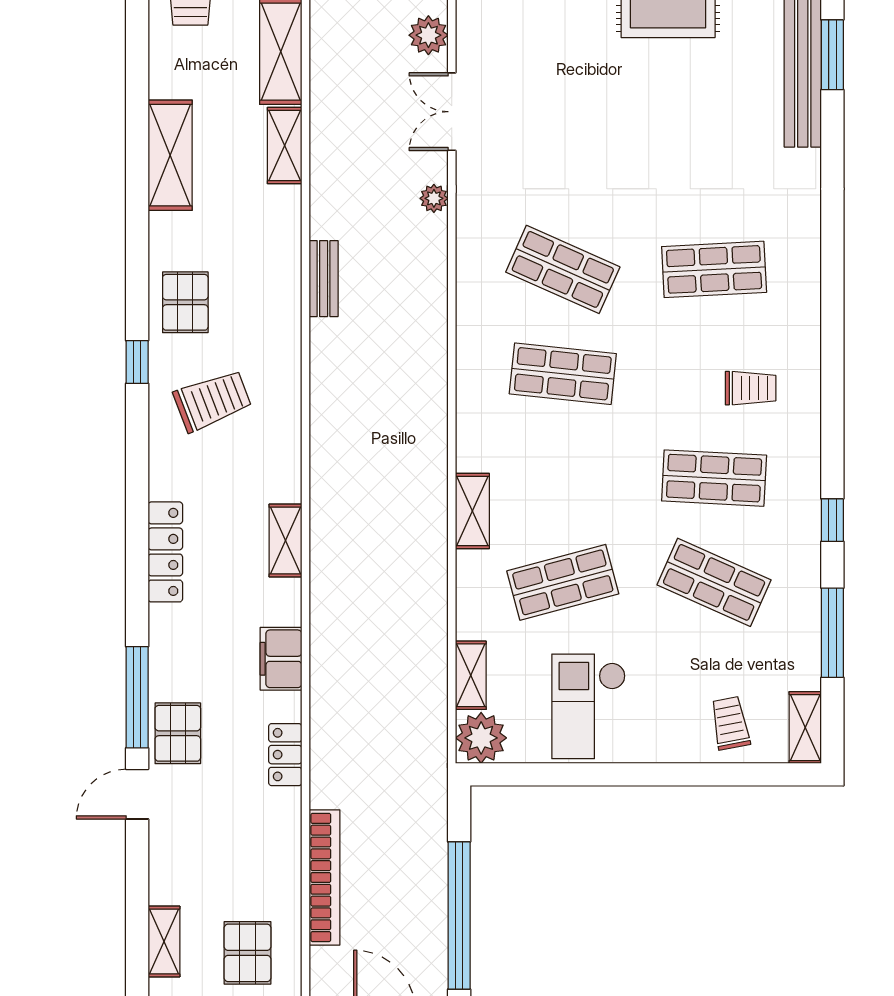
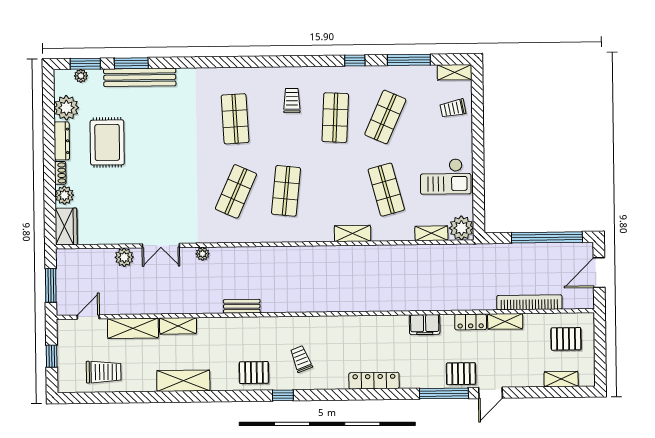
trolley: (212, 401) -> (301, 359), width x0.73, depth x0.72
shelving: (285, 541) -> (505, 321), moved
door: (137, 794) -> (490, 393), hinge flipped

